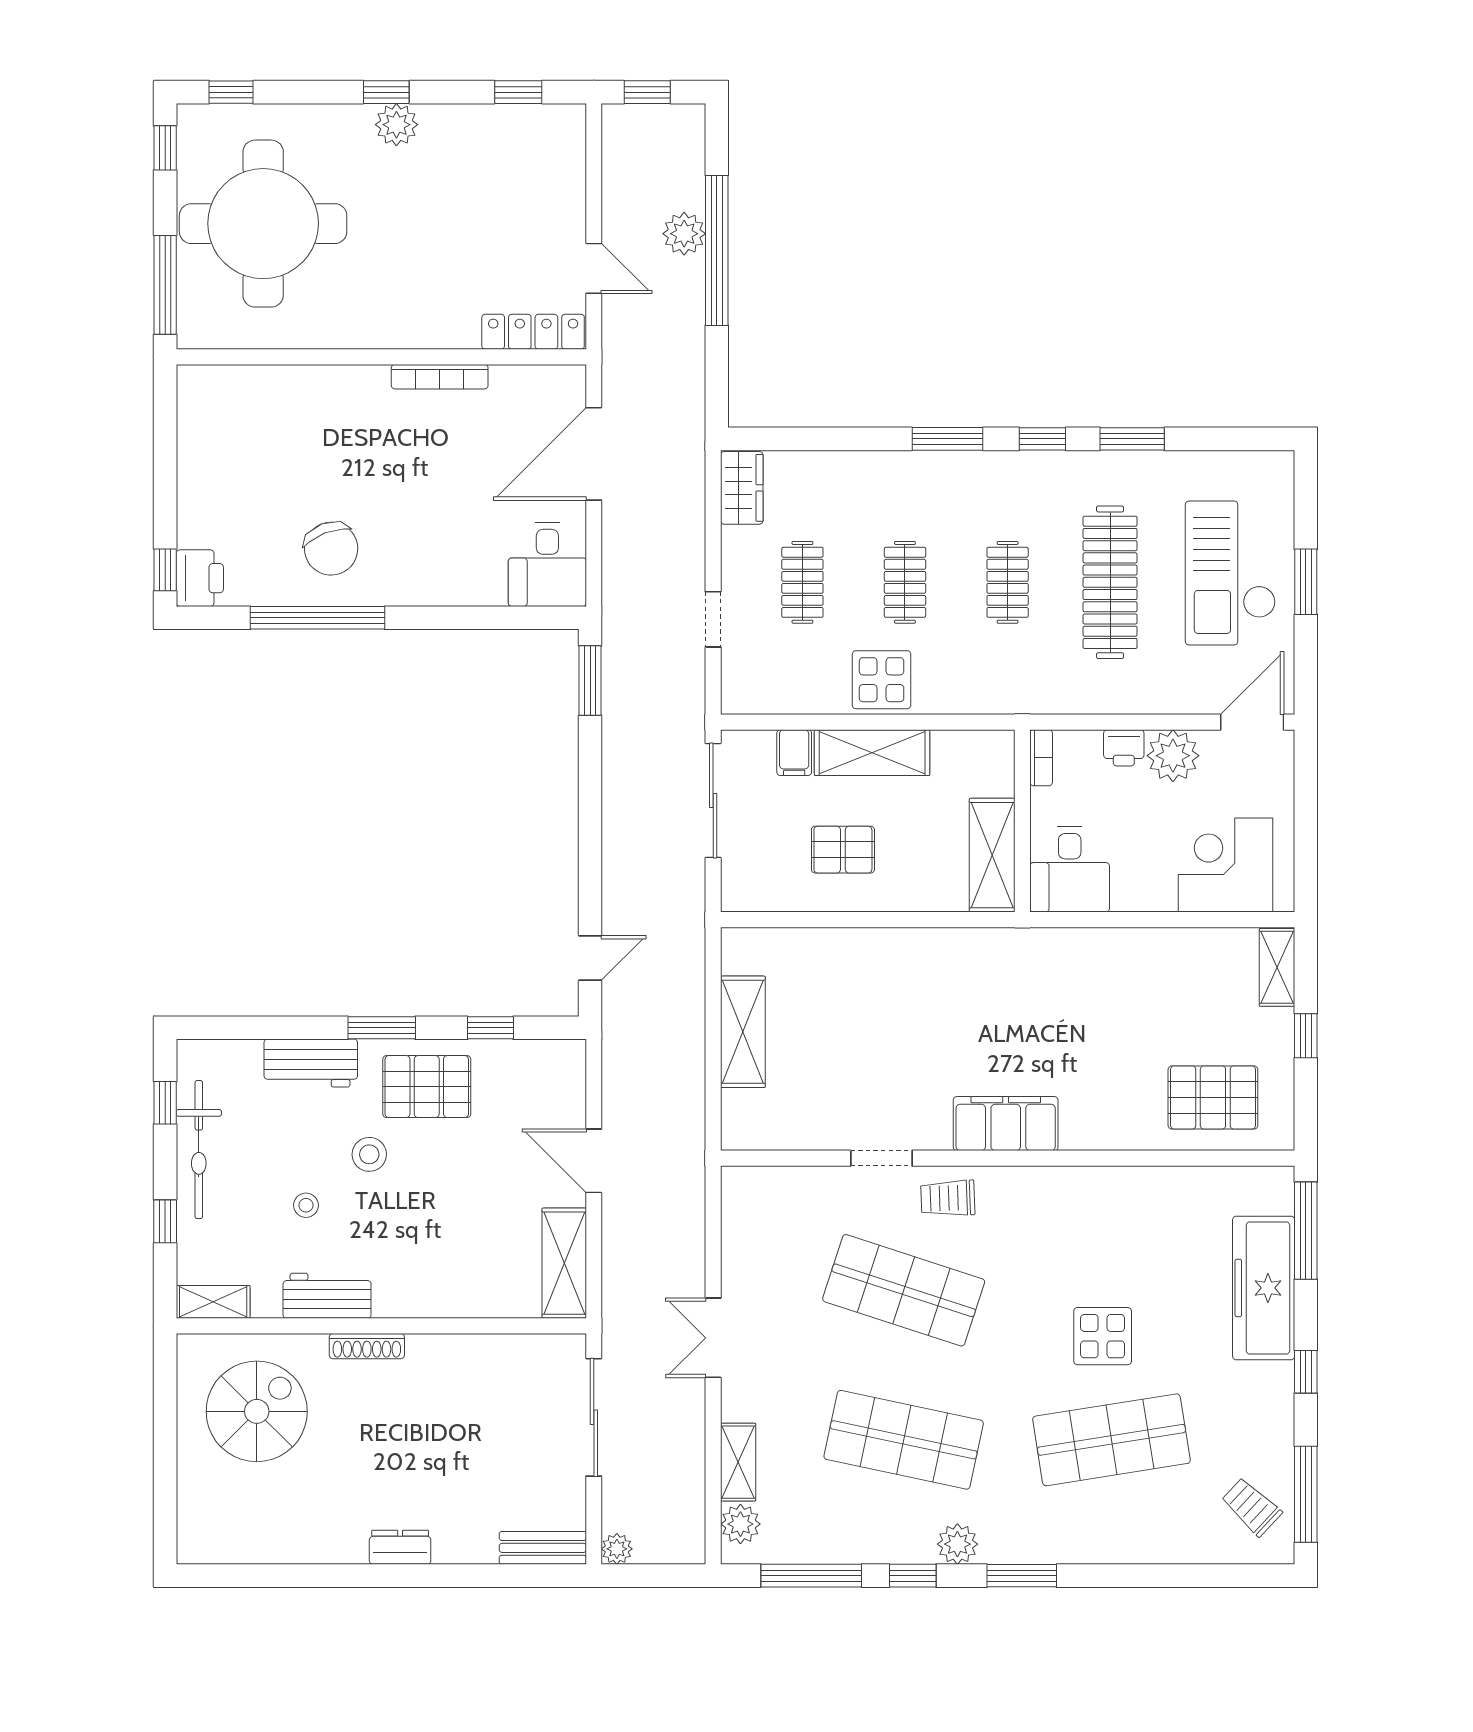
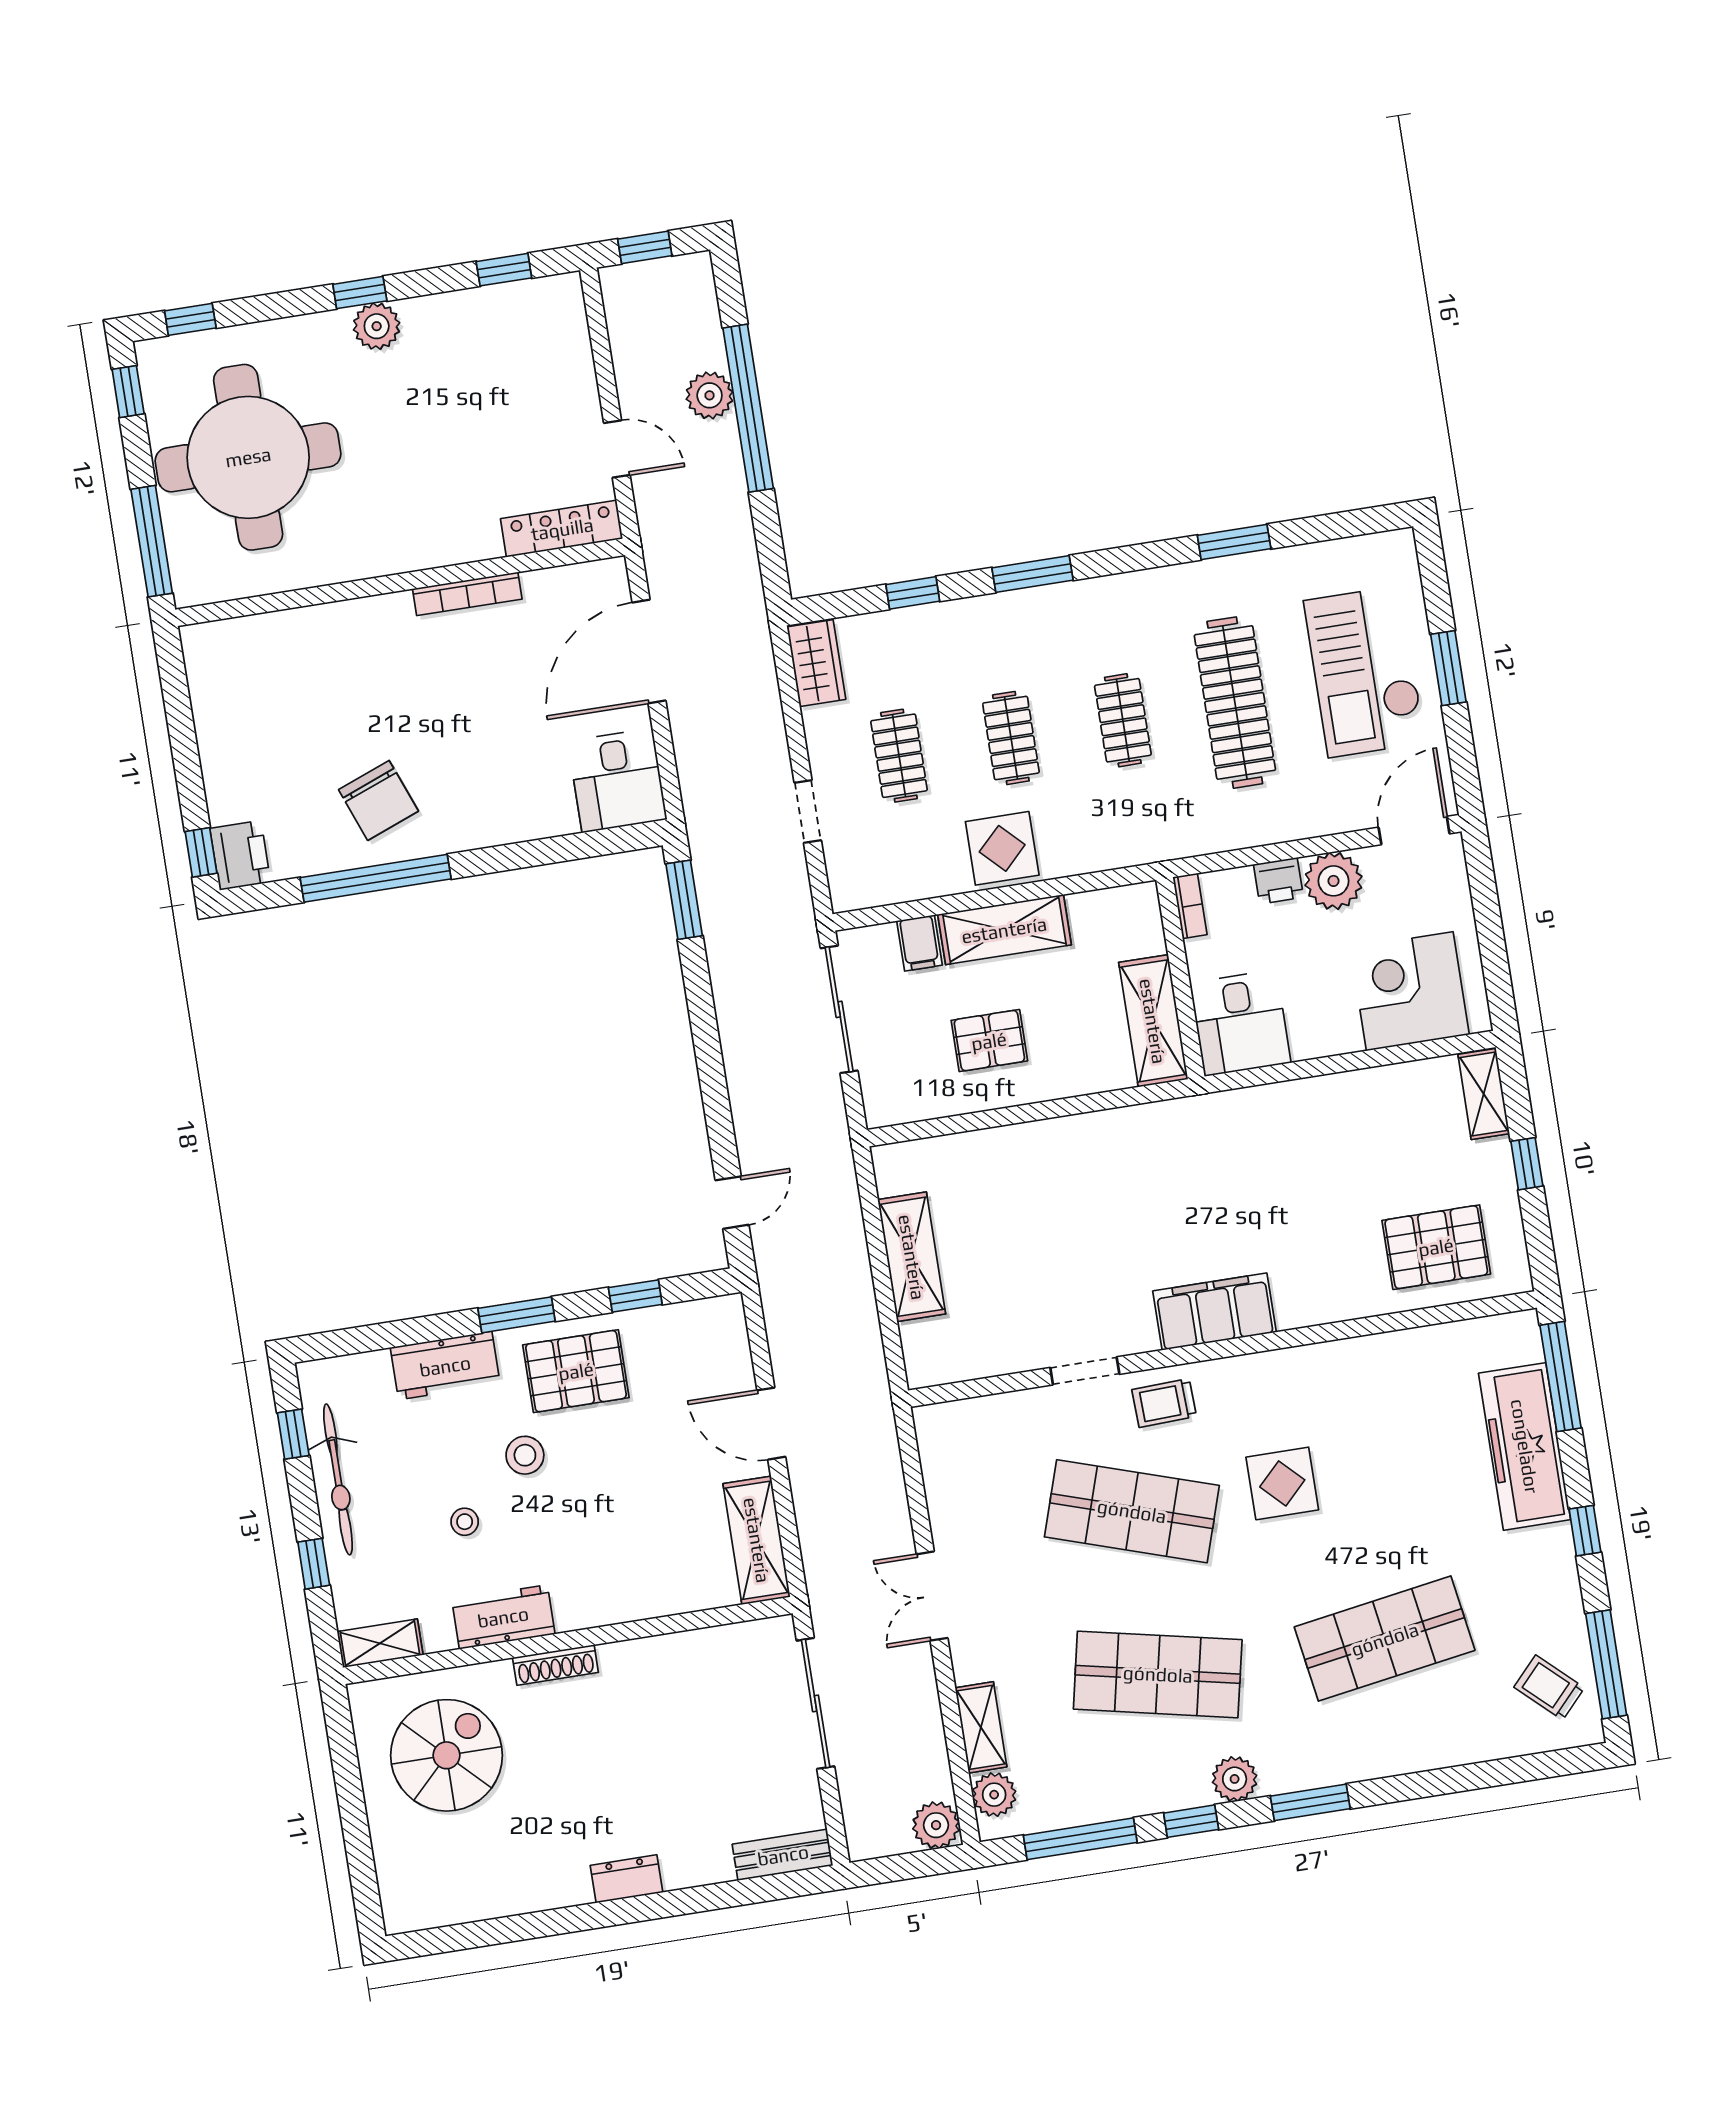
window: (1042, 439) -> (913, 593), moved
display table: (1103, 1336) -> (1282, 1483), moved
plant: (617, 1549) -> (936, 1825), moved, width x1.38, depth x1.38

